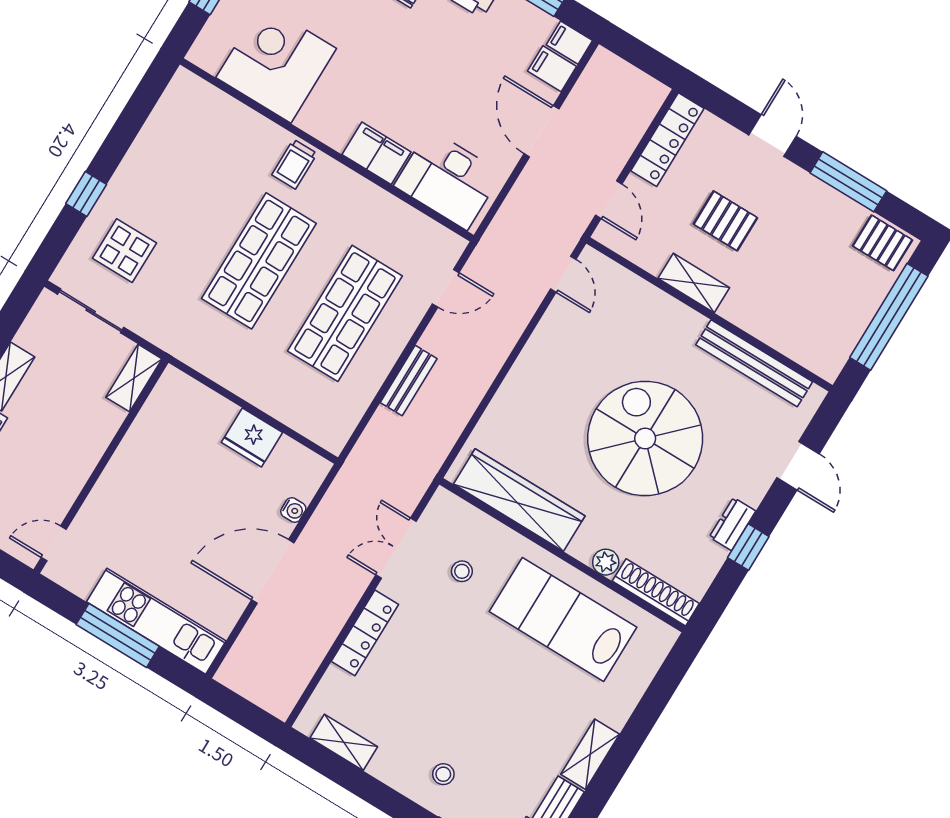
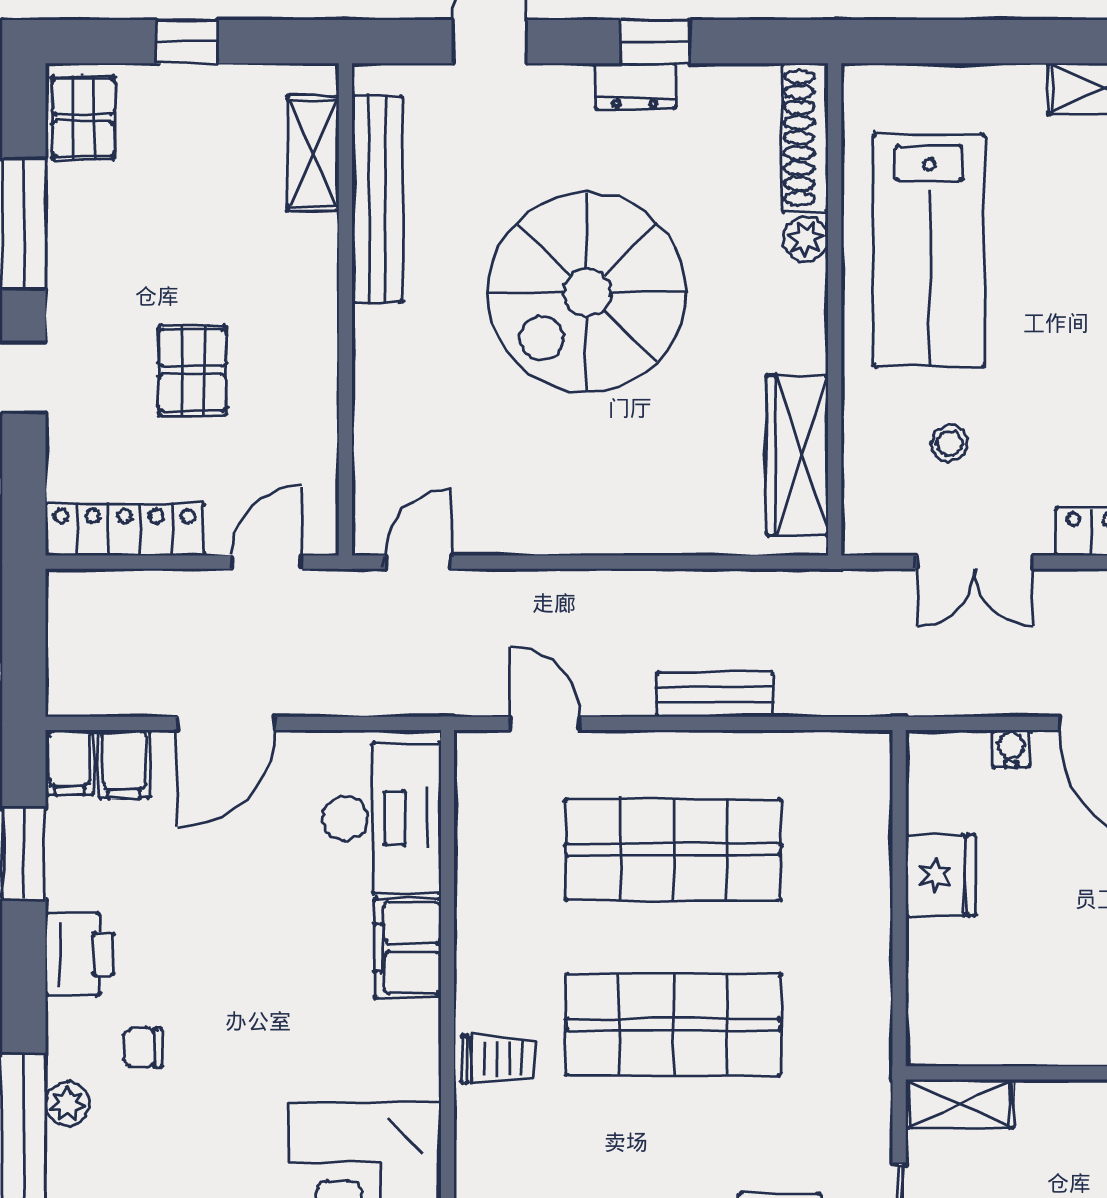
shelving: (694, 283) -> (313, 153), moved
window: (889, 317) -> (187, 42), width x0.32
wardrobe: (519, 500) -> (797, 455), width x0.71, depth x0.85

